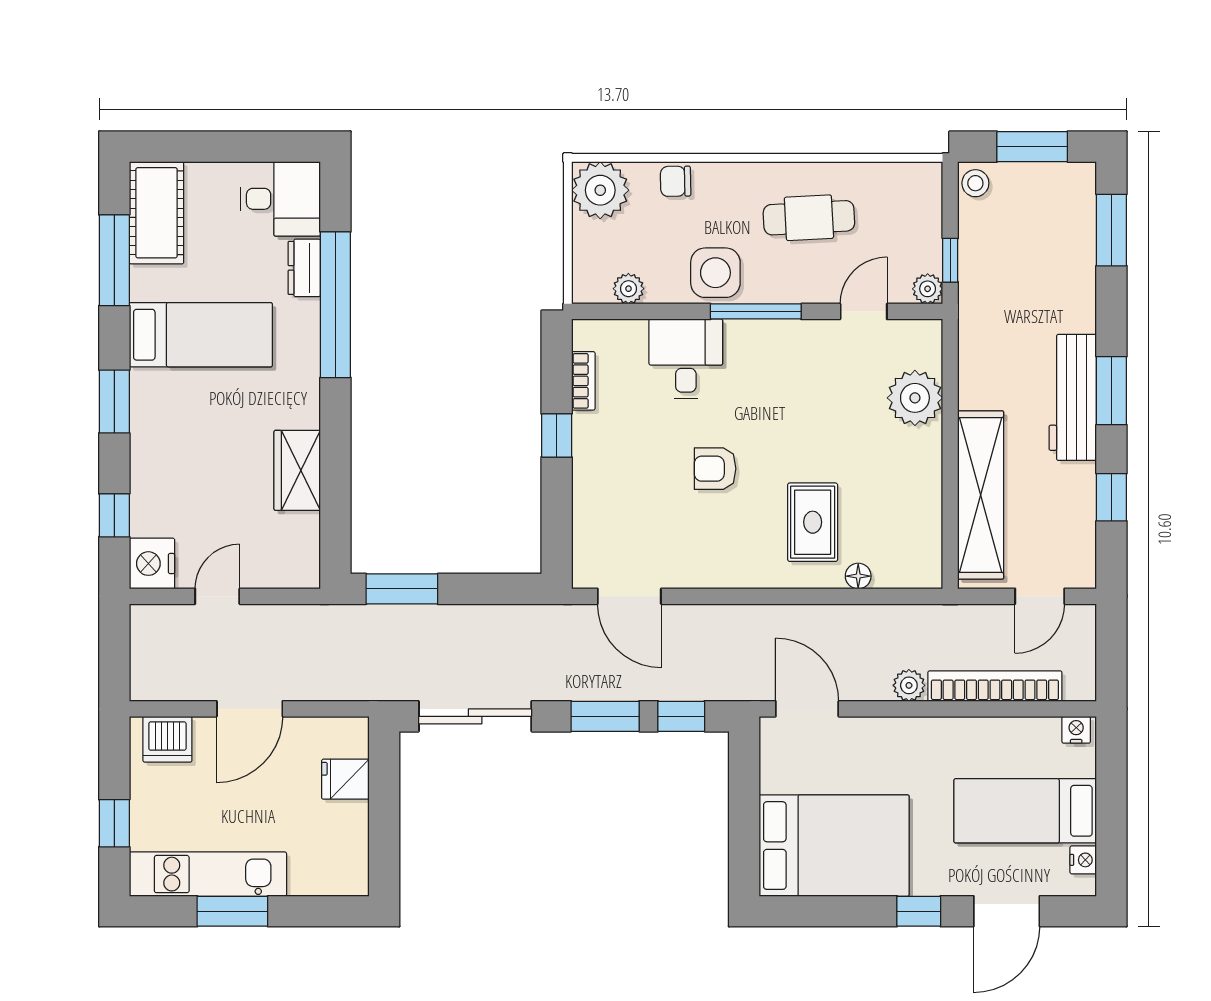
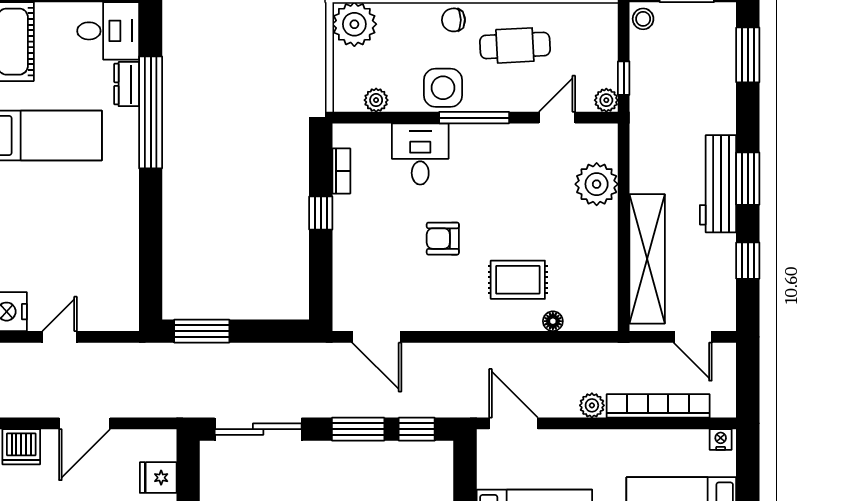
chair: (676, 181) -> (453, 20), moved
wardrobe: (297, 470) -> (121, 240), removed
rug: (813, 522) -> (518, 280), turned 90
door: (1040, 596) -> (693, 337), hinge flipped

